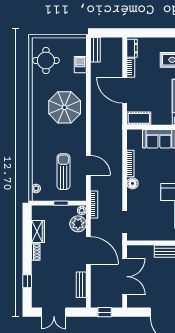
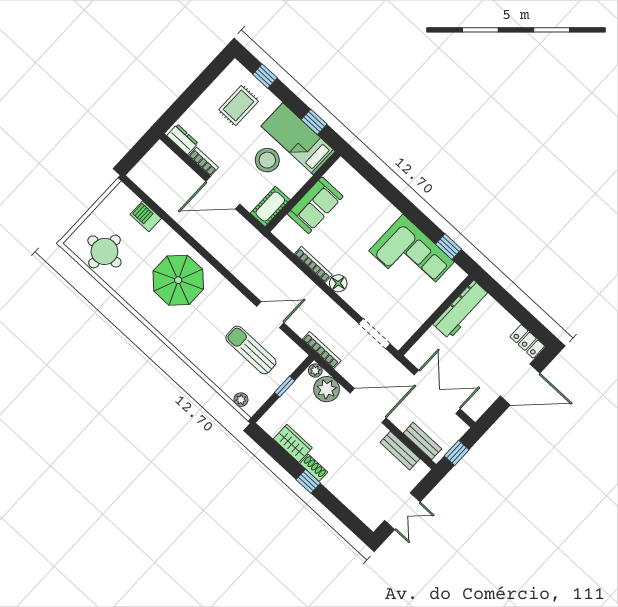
bench: (95, 50) -> (422, 441), moved
stool: (159, 97) -> (267, 160), added
window: (27, 281) -> (308, 481), moved

